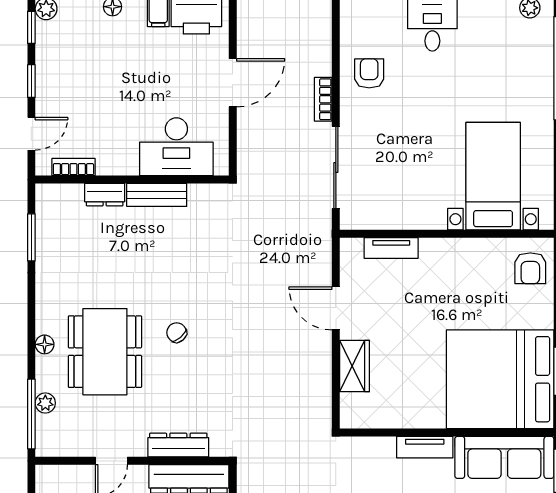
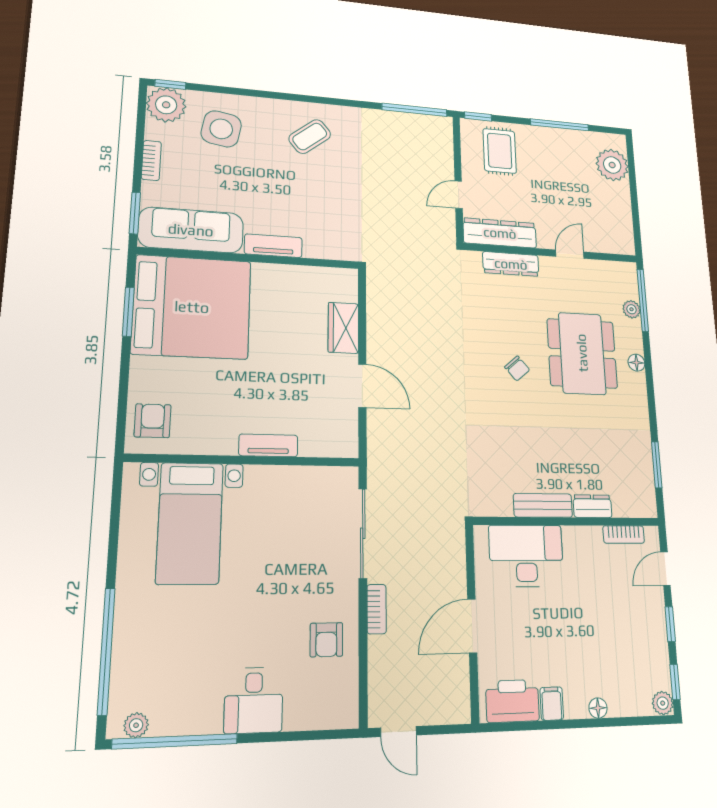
tv unit: (391, 248) -> (268, 445), moved

